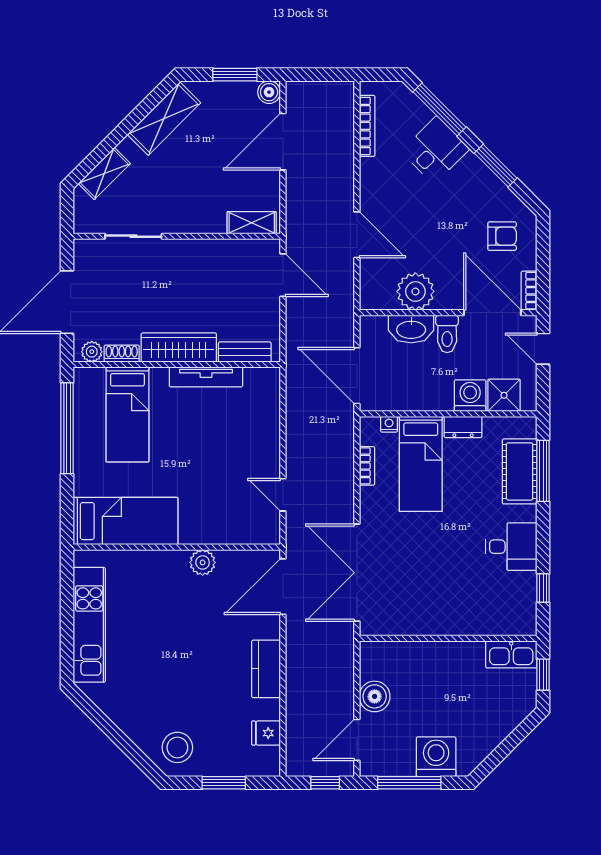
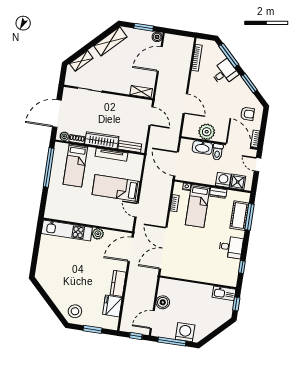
bed: (125, 521) -> (116, 188), moved, turned 180
kitchen unit: (89, 625) -> (67, 230), moved, turned 90
fridge: (266, 733) -> (112, 306), width x1.88, depth x1.34

